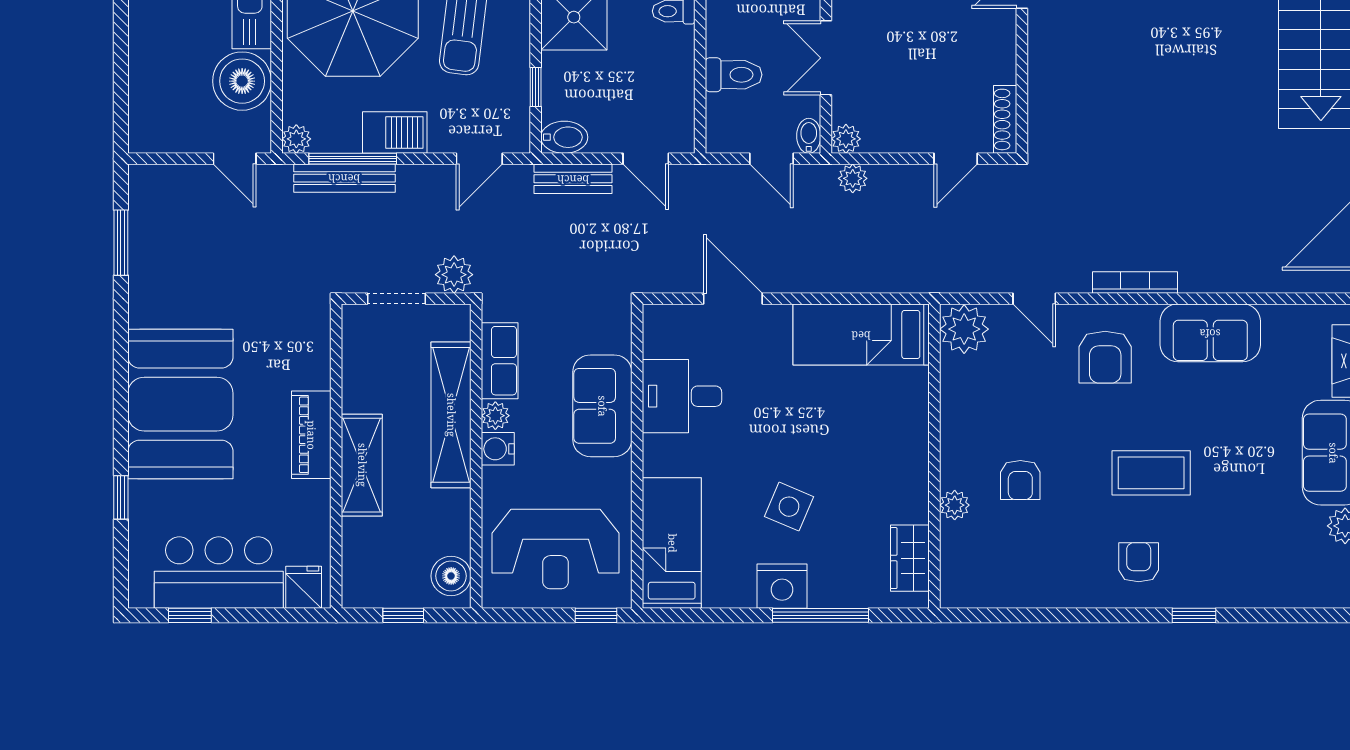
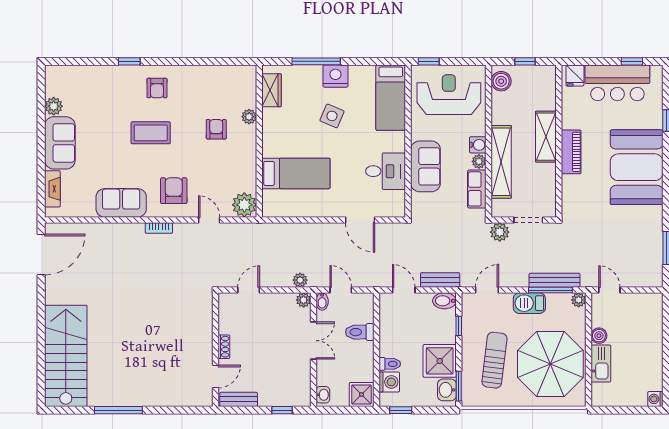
boiler: (242, 81) -> (599, 336), width x0.54, depth x0.54
shoe rack: (1005, 119) -> (224, 347), moved, width x0.70
bookcase: (1135, 283) -> (159, 228), width x0.64
bed: (861, 335) -> (296, 173), moved

